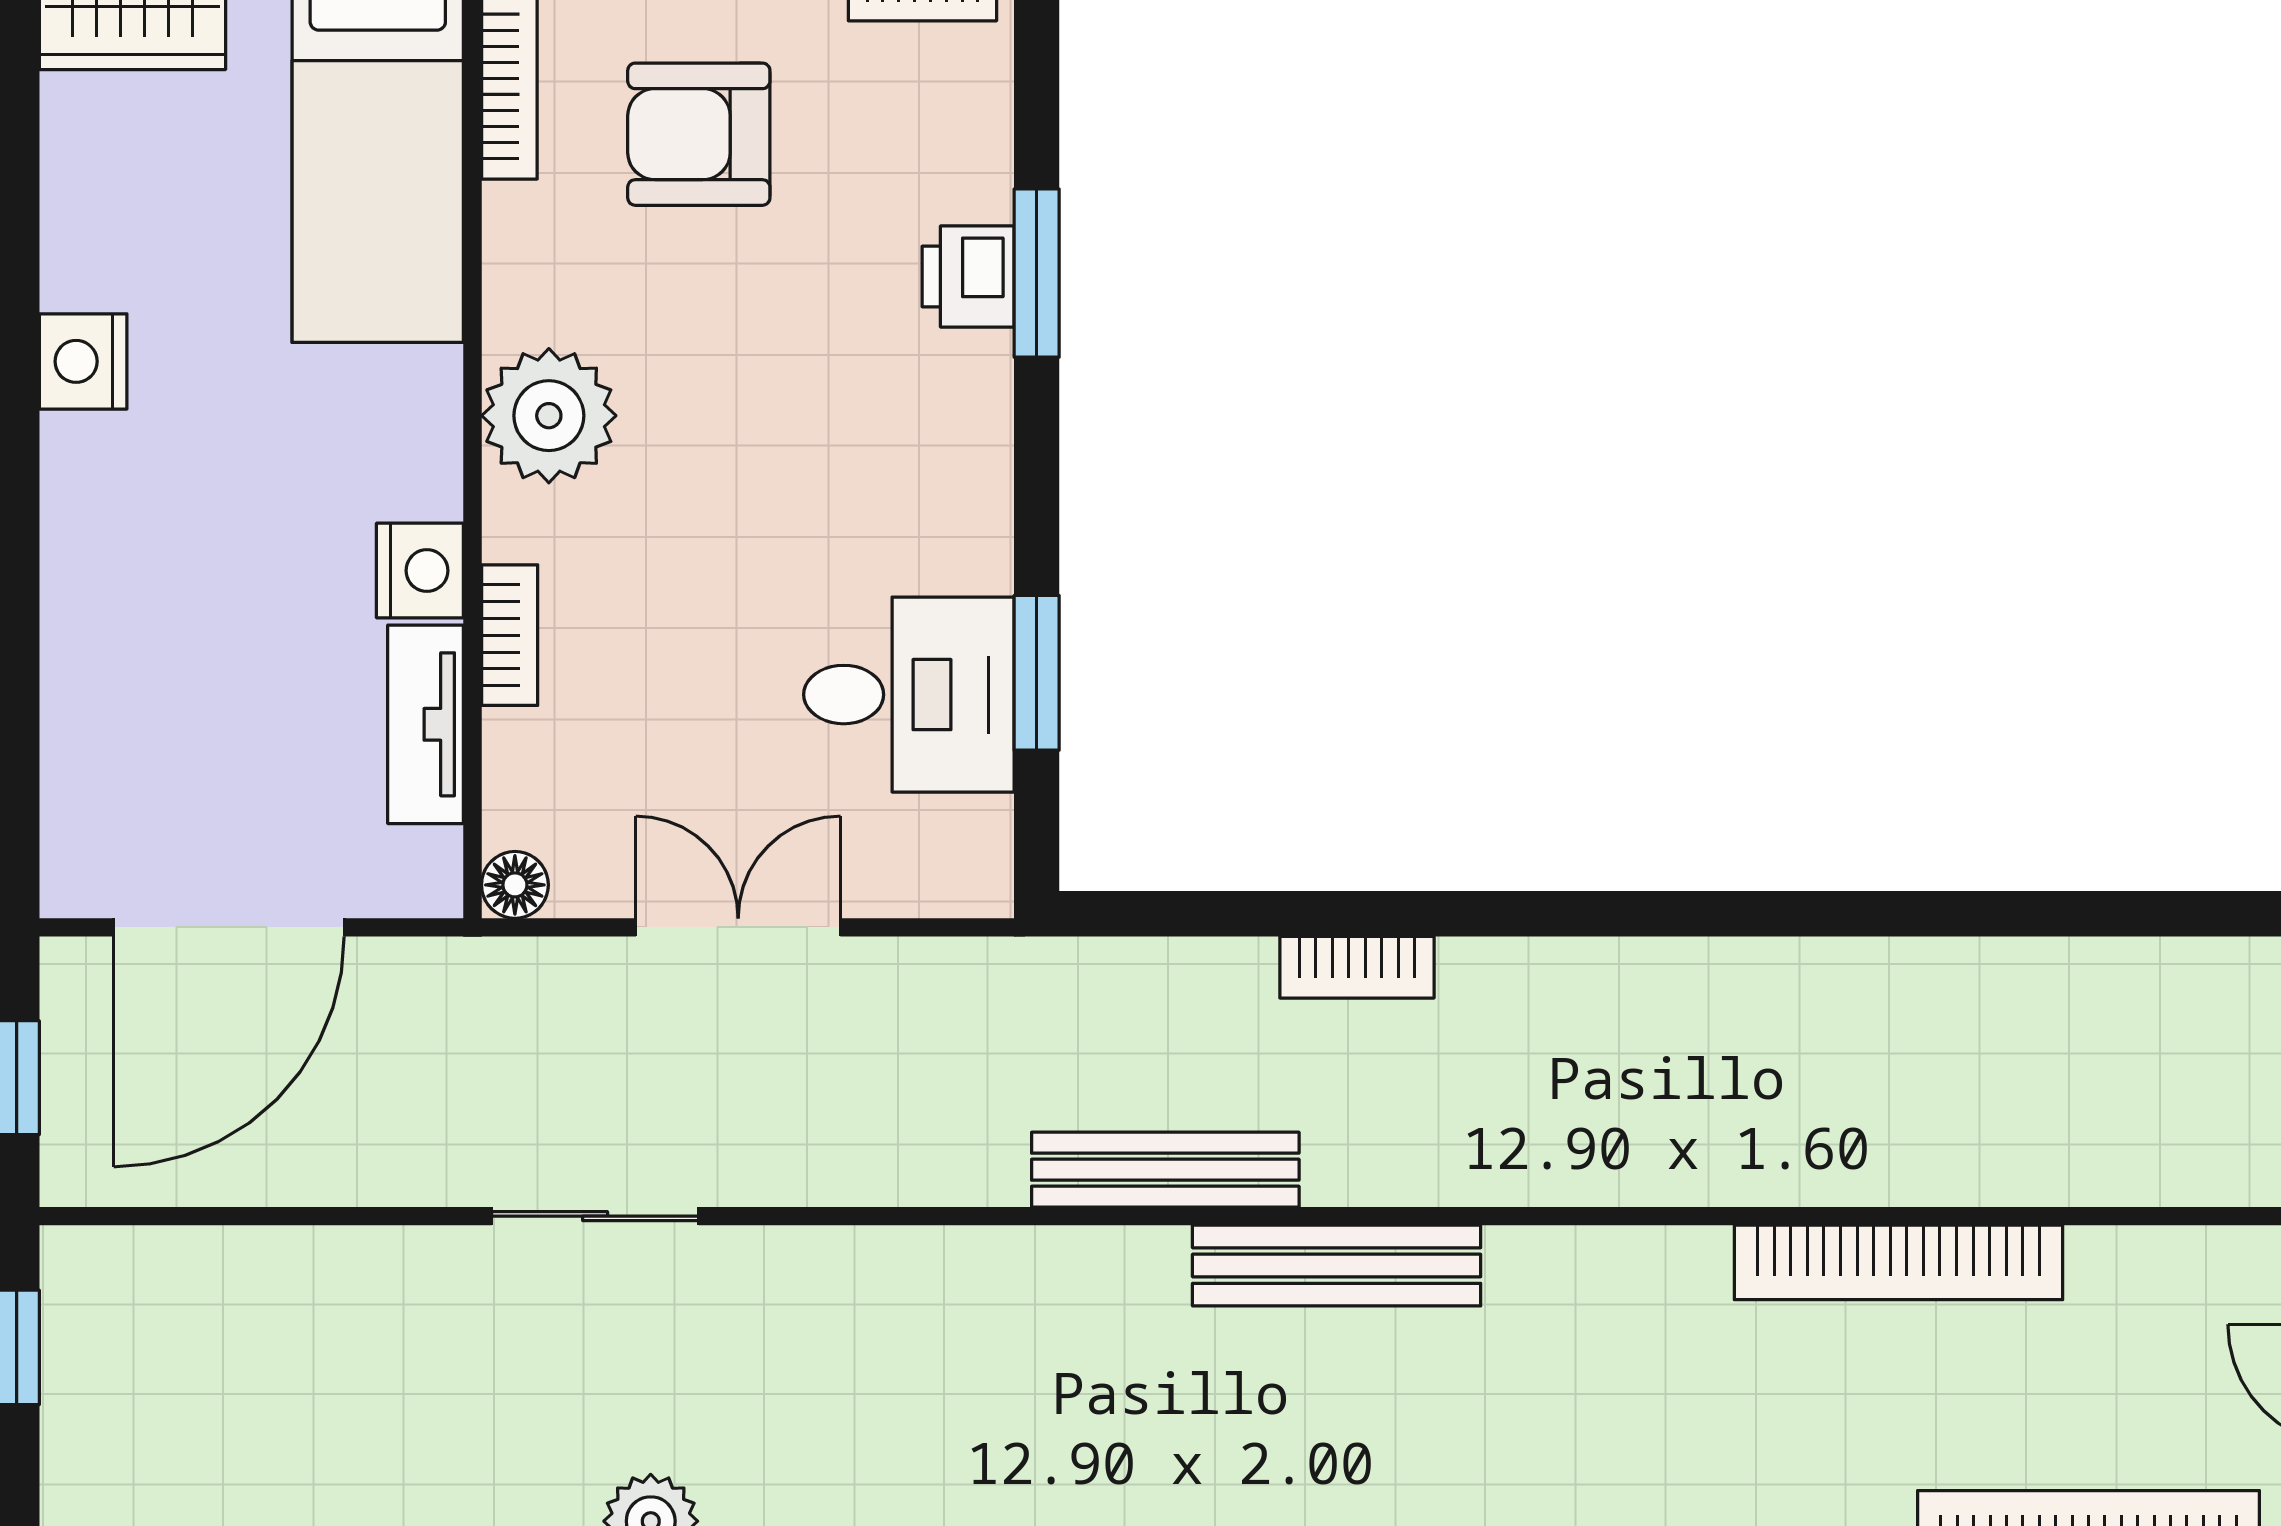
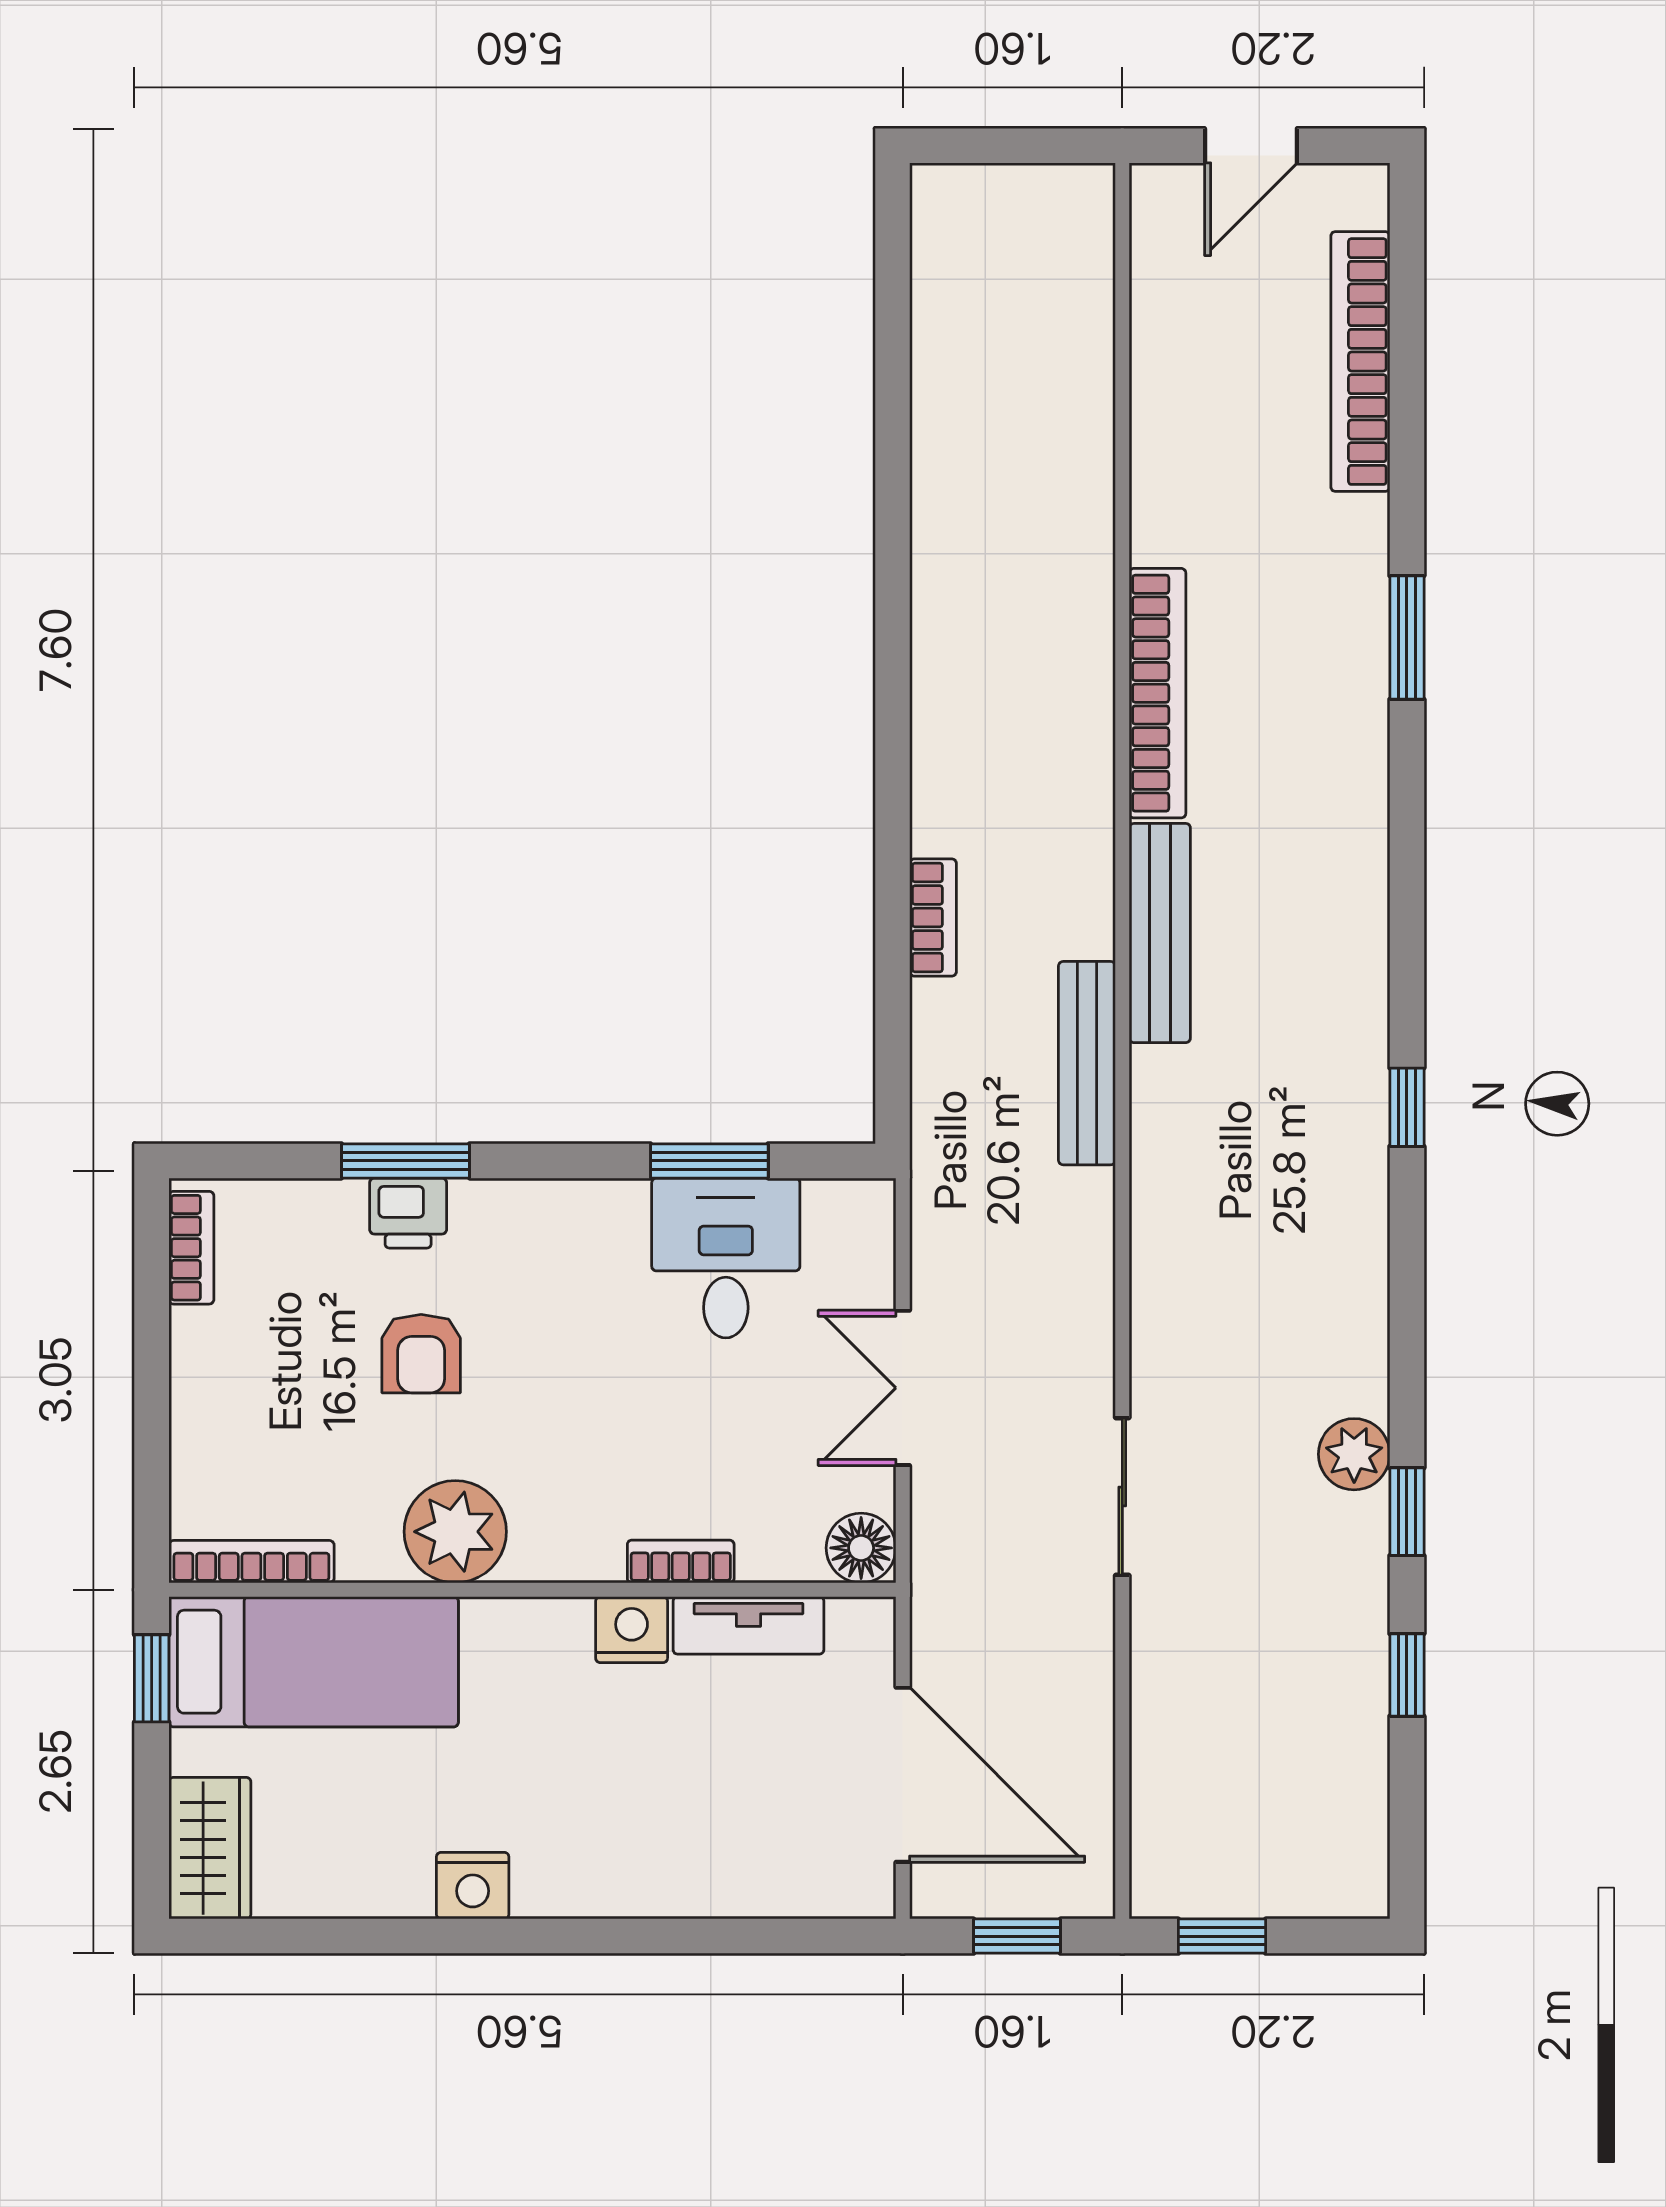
armchair: (699, 134) -> (421, 1354), moved, width x0.72, depth x0.72
plant: (549, 416) -> (455, 1532), moved
floor lamp: (515, 885) -> (861, 1548), width x1.37, depth x1.37
bookcase: (1899, 1262) -> (1157, 693), moved

